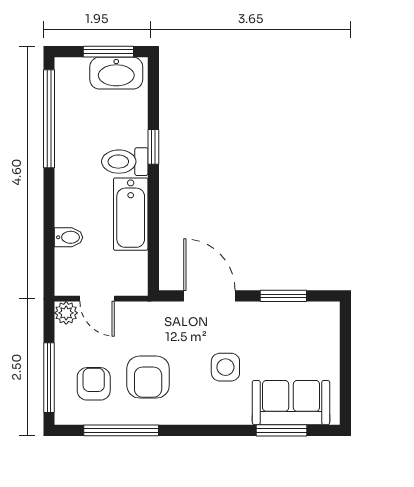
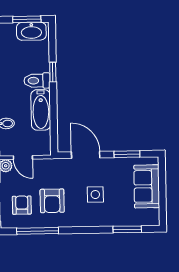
sofa: (291, 403) -> (147, 186), moved, turned -90

